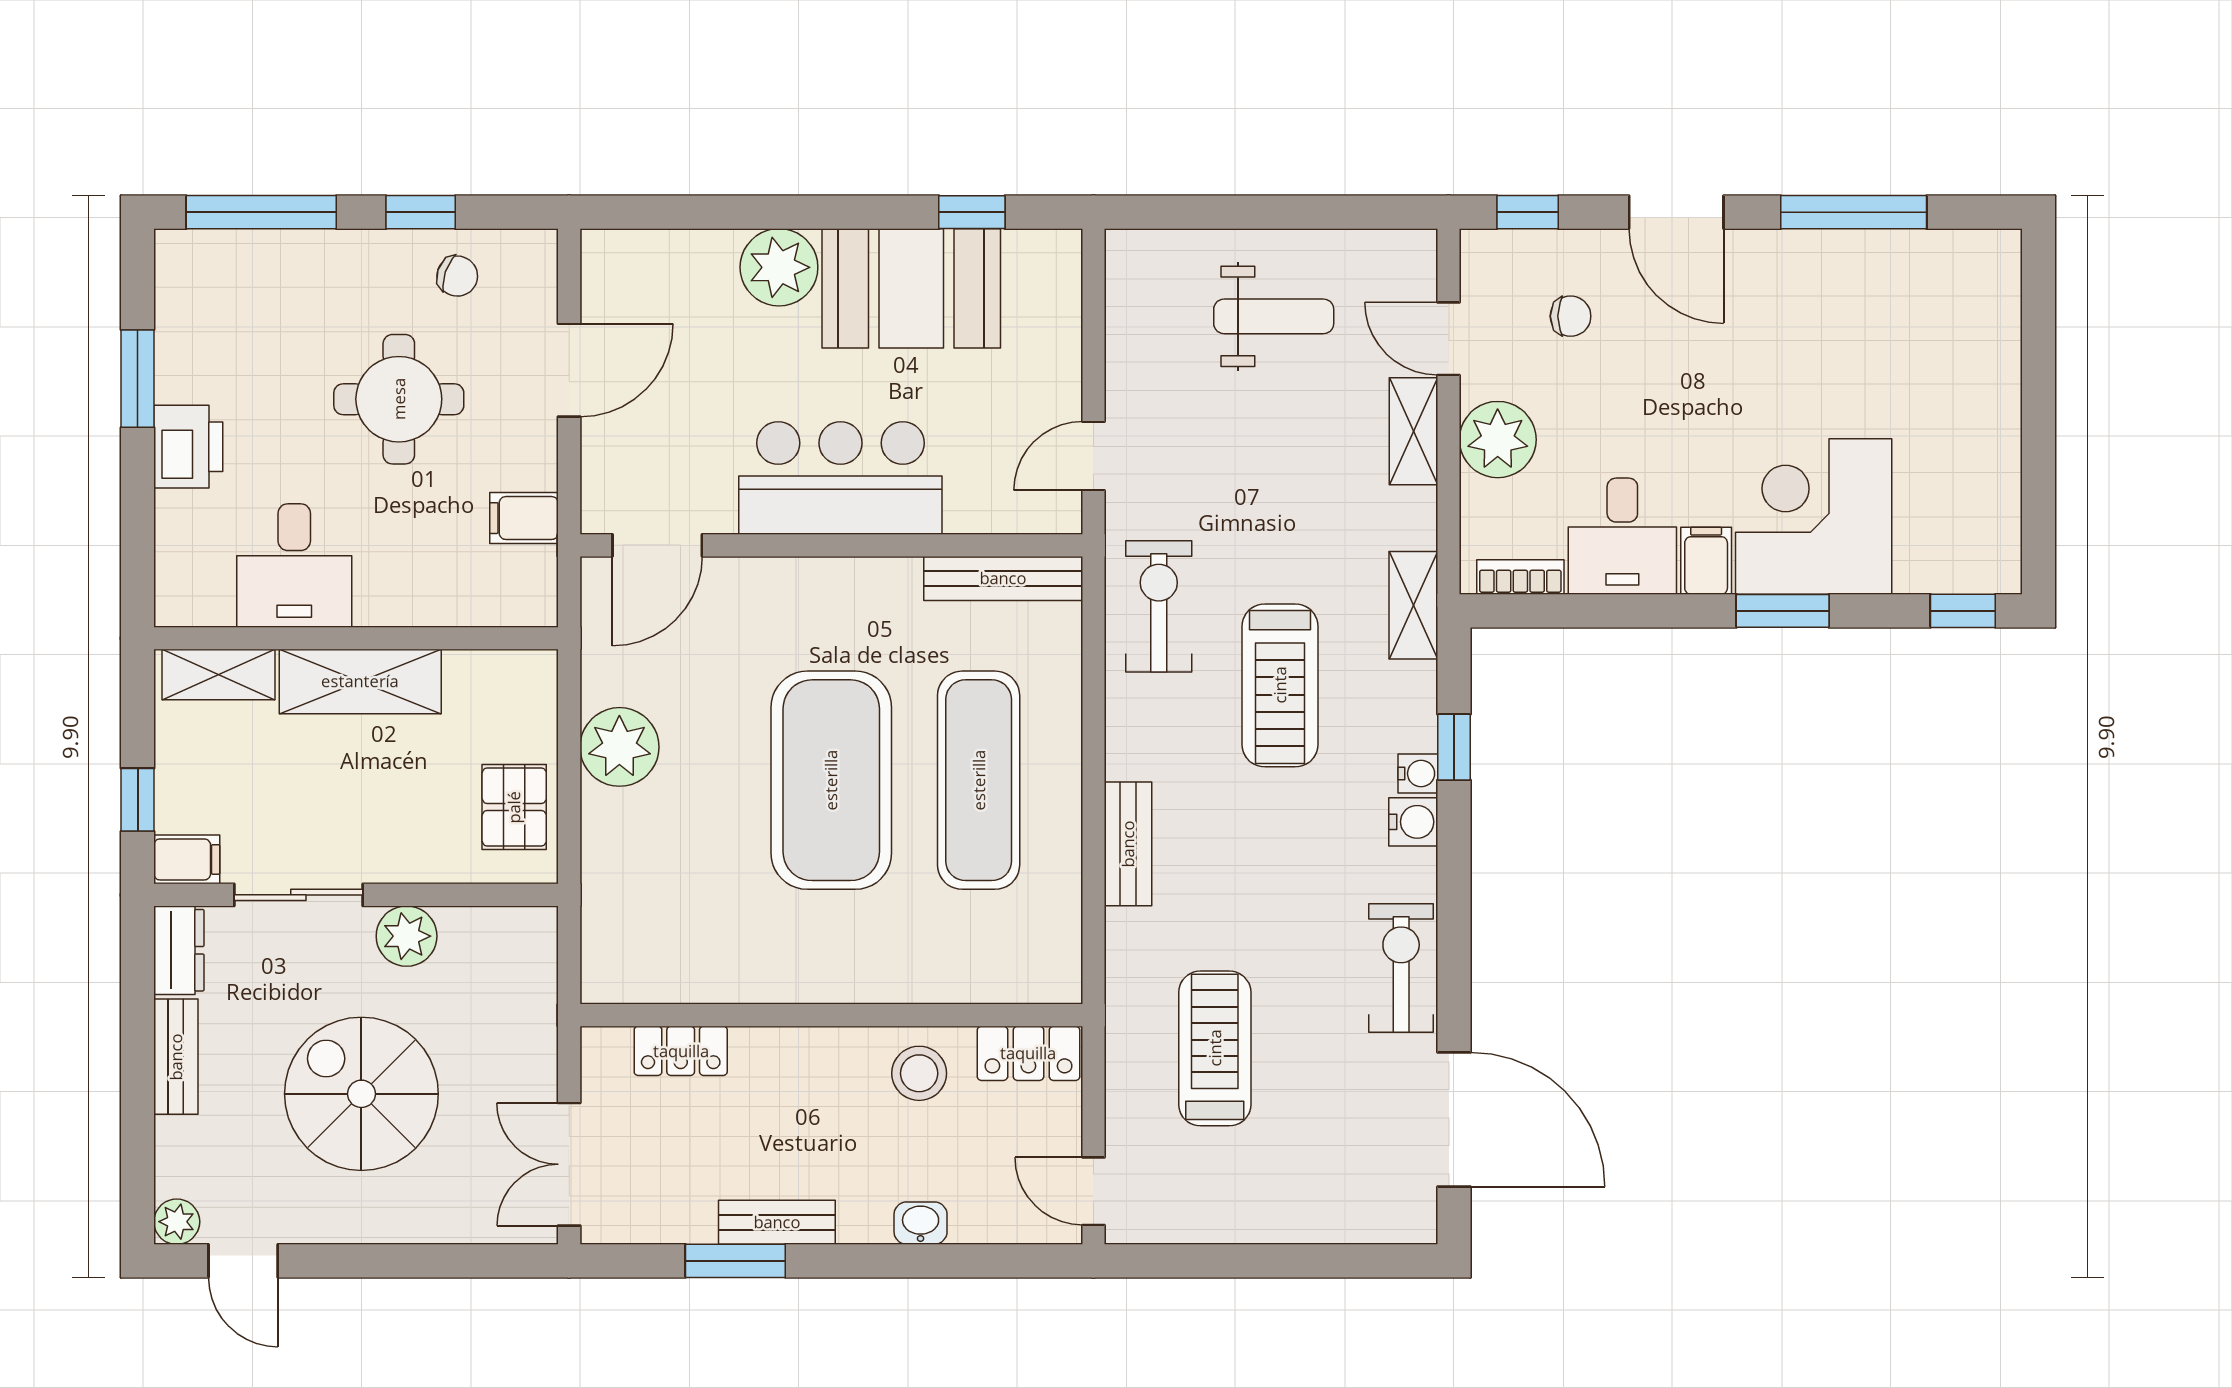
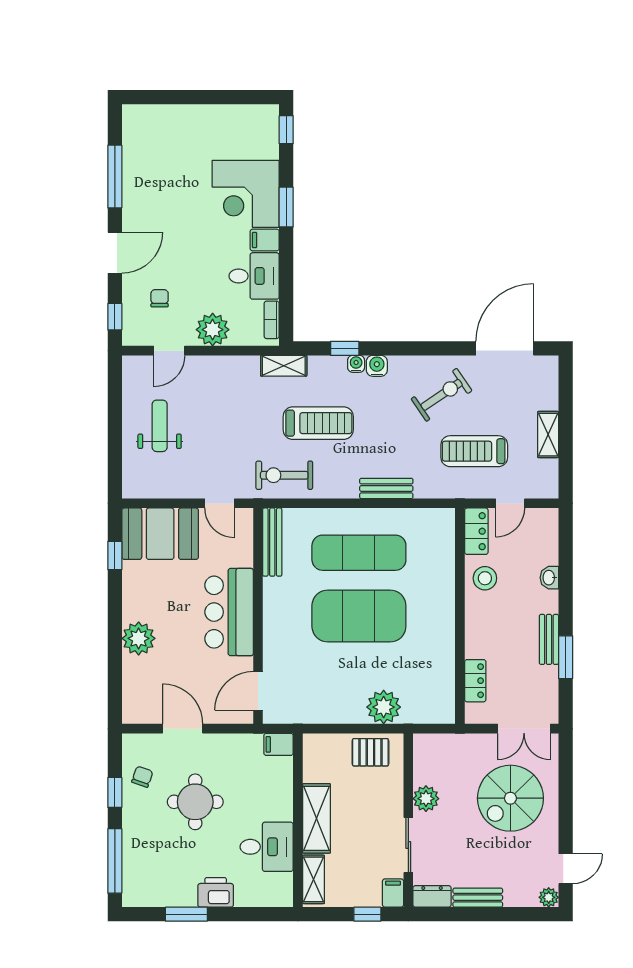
booth: (911, 288) -> (160, 534), moved, turned 90
shelving: (1413, 431) -> (548, 435), moved, turned 90
filing cabinet: (524, 518) -> (279, 744), moved, turned 90
door: (657, 545) -> (258, 691), swing flipped
plant: (619, 747) -> (384, 707), moved
exercise bike: (1401, 968) -> (442, 395), moved, turned 146
spiral stairs: (361, 1094) -> (510, 798), moved
door: (1093, 1191) -> (510, 503), moved

